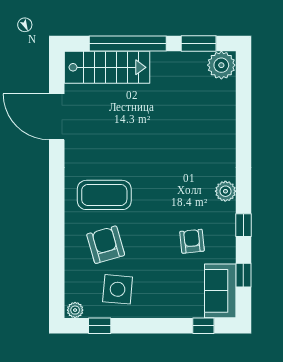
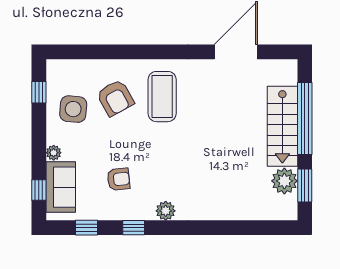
plant: (221, 65) -> (284, 181), moved
stairs: (107, 67) -> (282, 126), moved
armchair: (106, 245) -> (115, 98), turned 77
sofa: (220, 291) -> (61, 187), moved, turned 90
plant: (75, 310) -> (54, 153), moved

